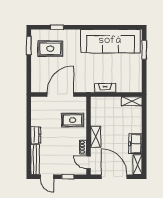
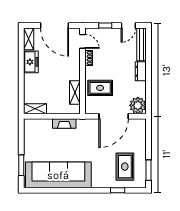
rug: (50, 49) -> (125, 167), turned 90
plant: (38, 104) -> (138, 105), added
shelving: (96, 137) -> (75, 93), moved
door: (47, 177) -> (128, 25), swing flipped

